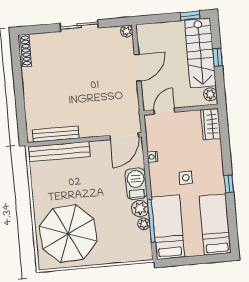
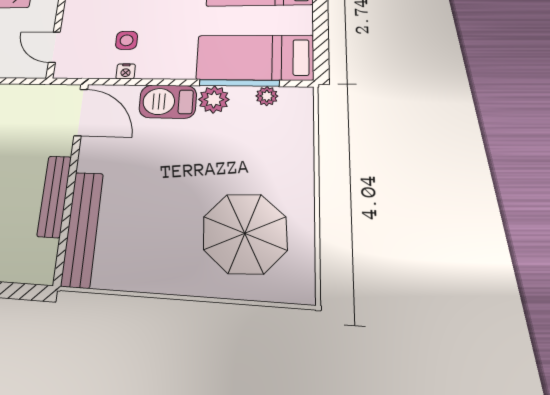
bench: (56, 134) -> (54, 196), moved
side table: (186, 178) -> (127, 40), moved
plant: (144, 224) -> (267, 96), moved
parasol: (68, 234) -> (245, 233), width x0.73, depth x0.73

